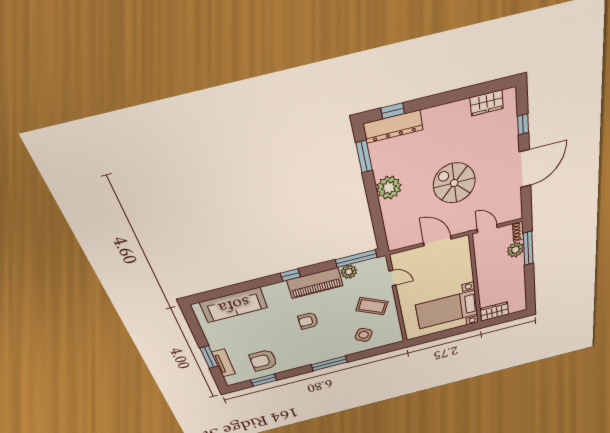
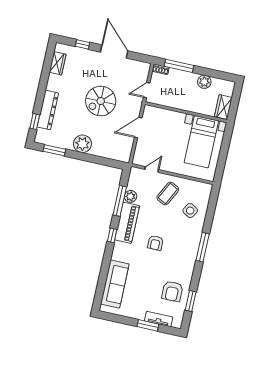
dresser: (393, 127) -> (48, 110), moved
plant: (515, 250) -> (204, 82), moved
window: (356, 259) -> (120, 201), moved

